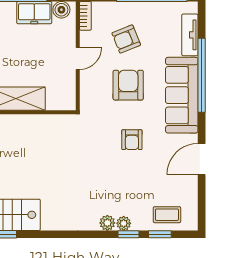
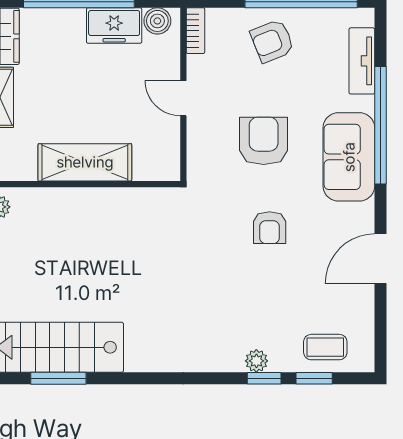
armchair: (126, 39) -> (272, 41), moved
door: (78, 58) -> (183, 98), swing flipped
sofa: (182, 95) -> (349, 157), width x0.73
plant: (107, 223) -> (230, 360), removed

